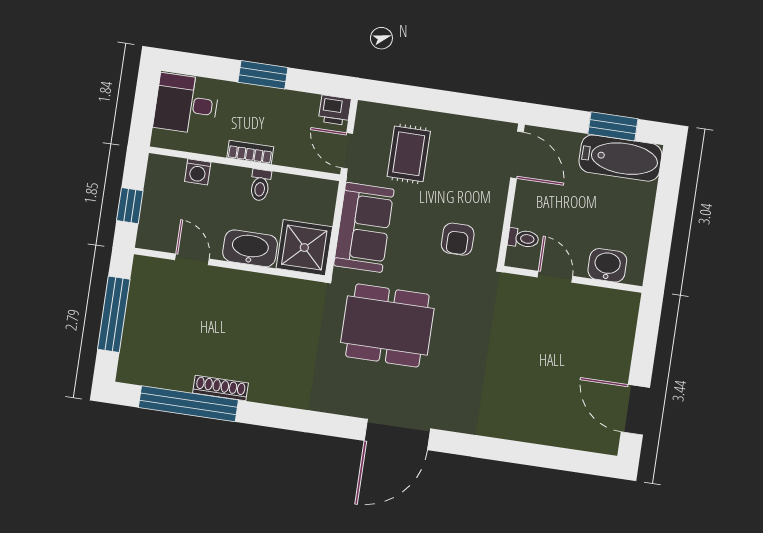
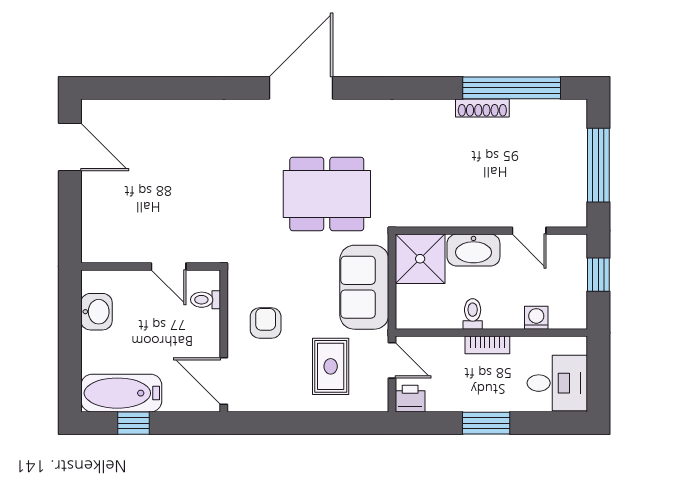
window: (613, 126) -> (133, 423), width x0.67
armchair: (458, 239) -> (266, 323), moved
washbasin: (607, 265) -> (96, 312), moved, turned -90

